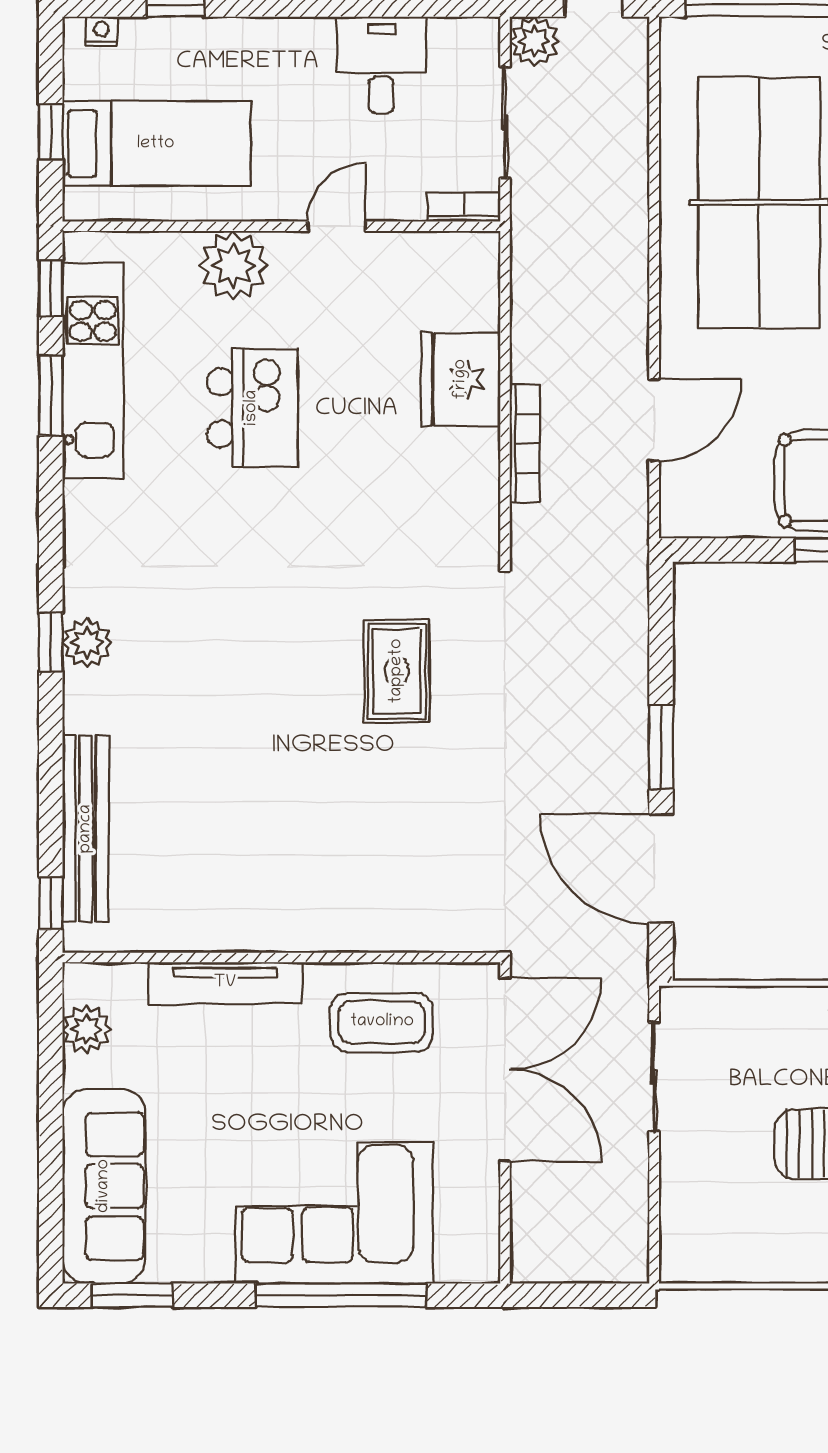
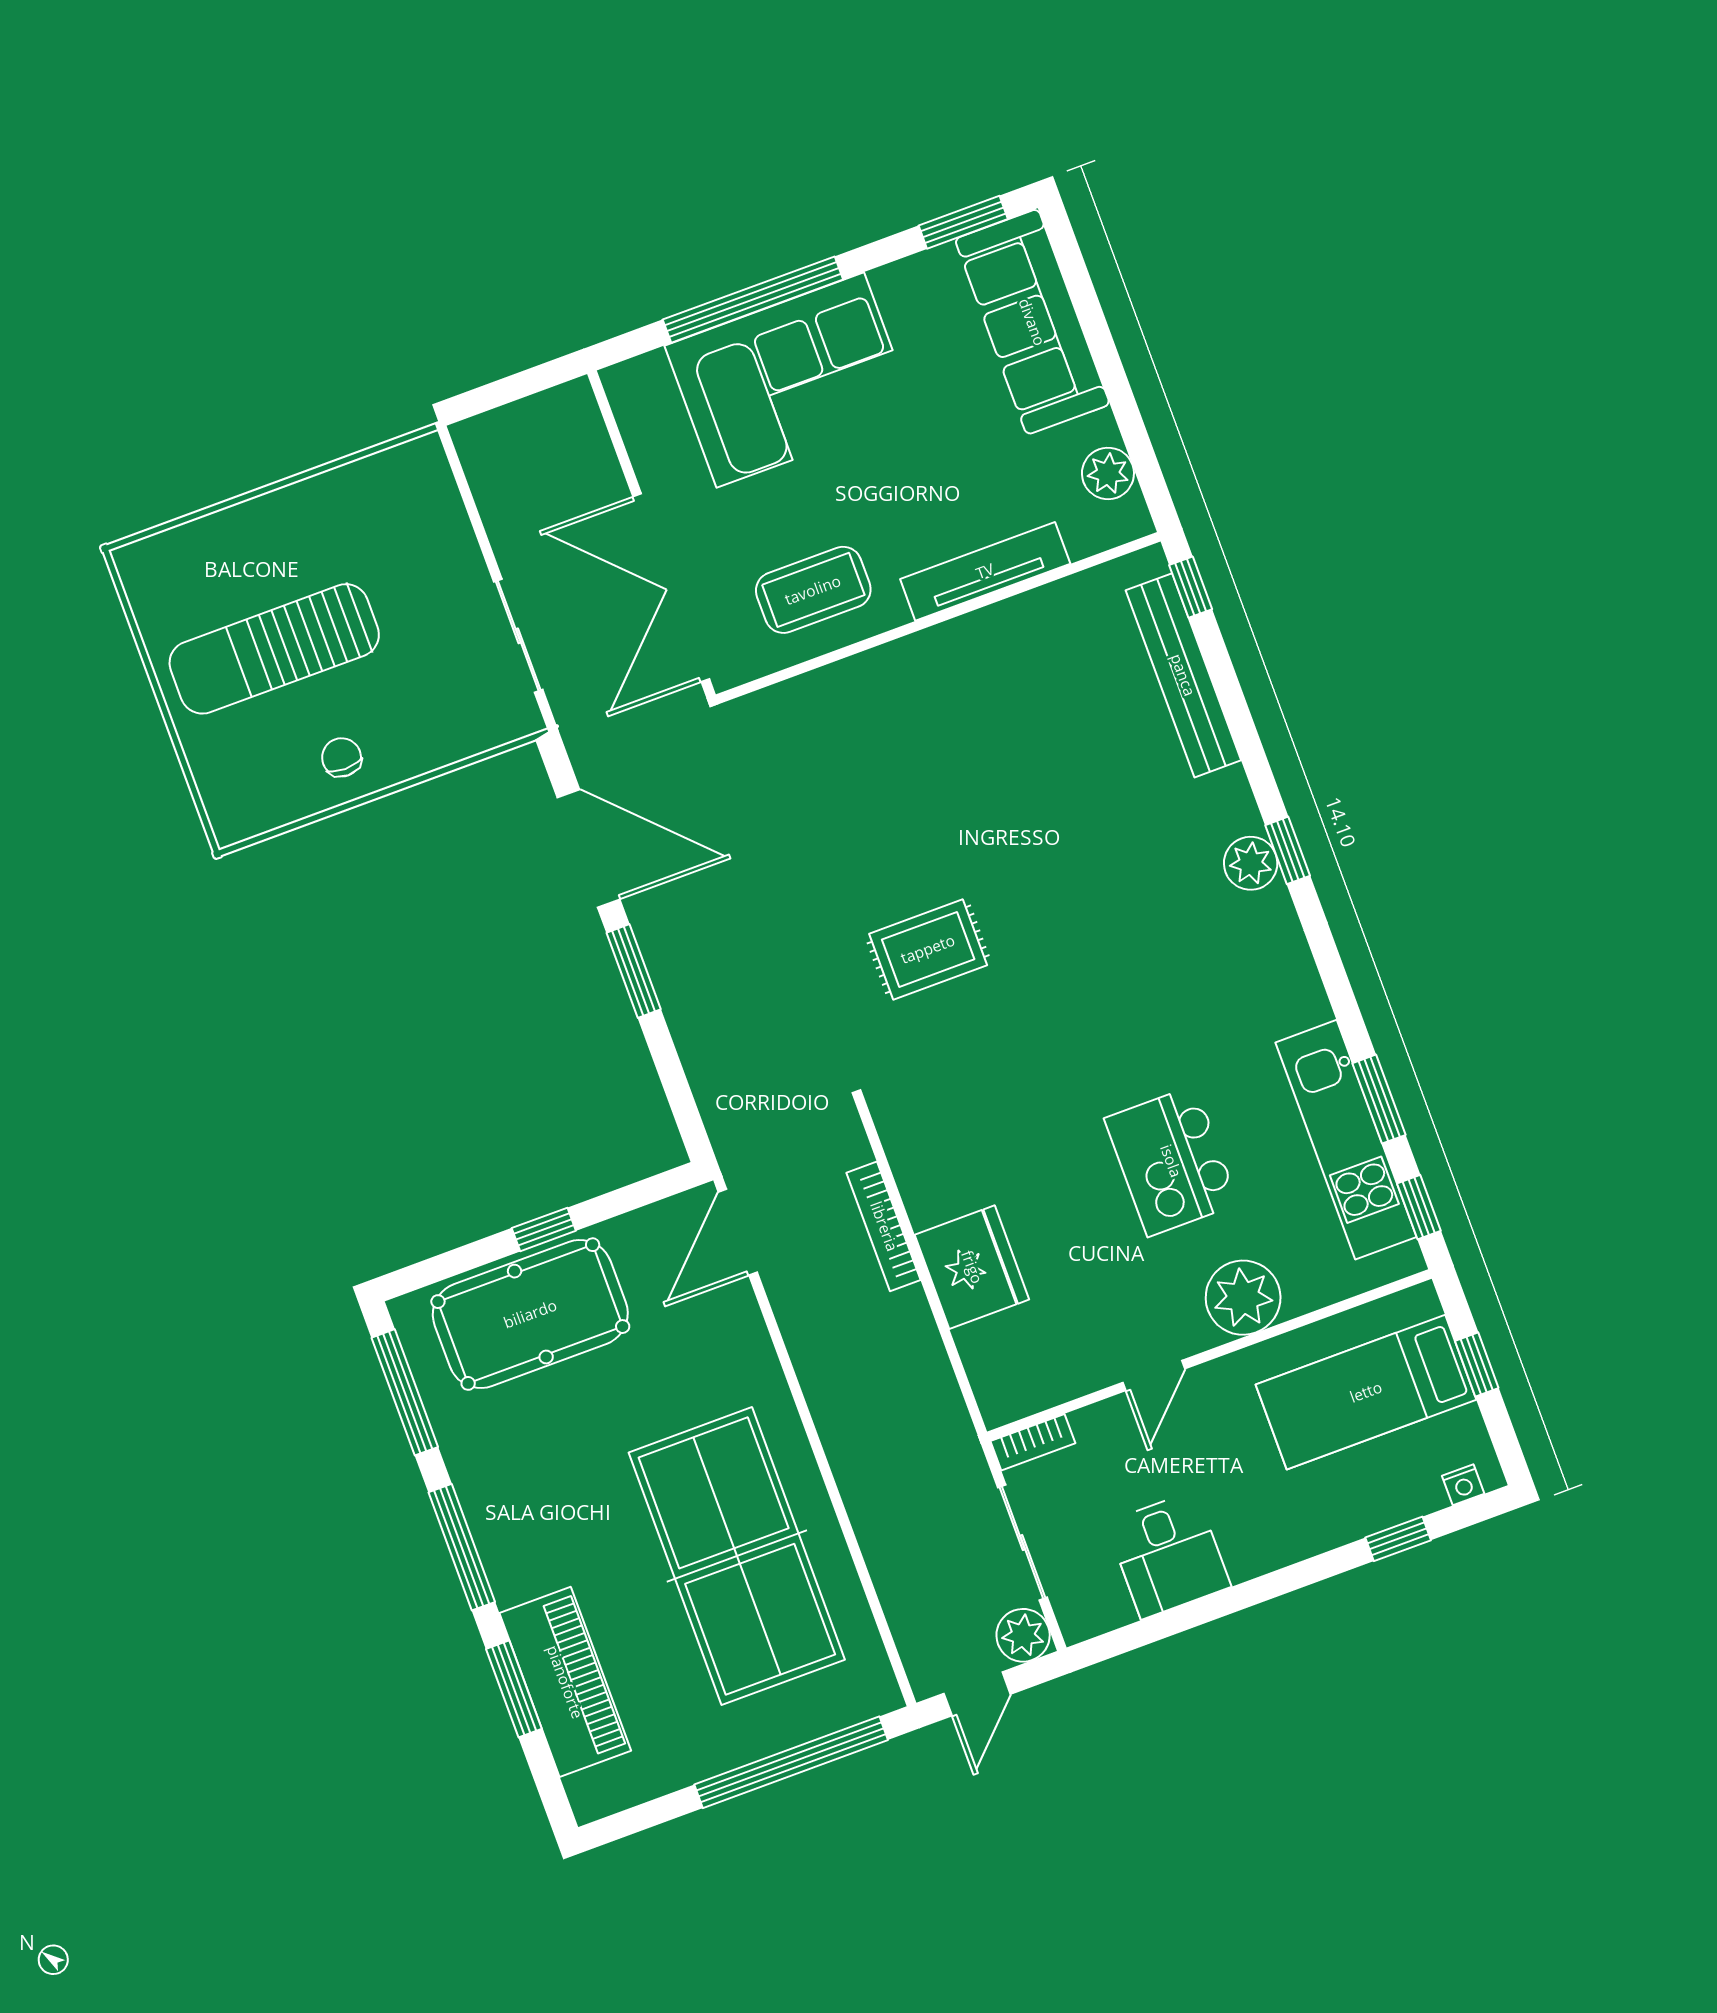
door: (654, 420) -> (738, 1232), moved
rug: (397, 671) -> (928, 949), turned 90

